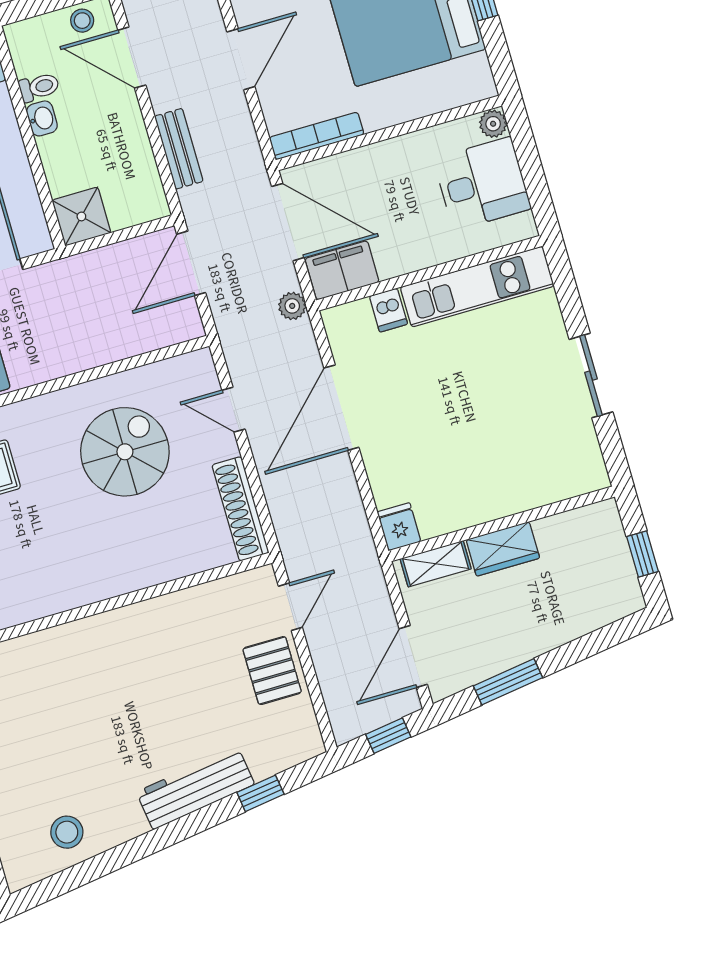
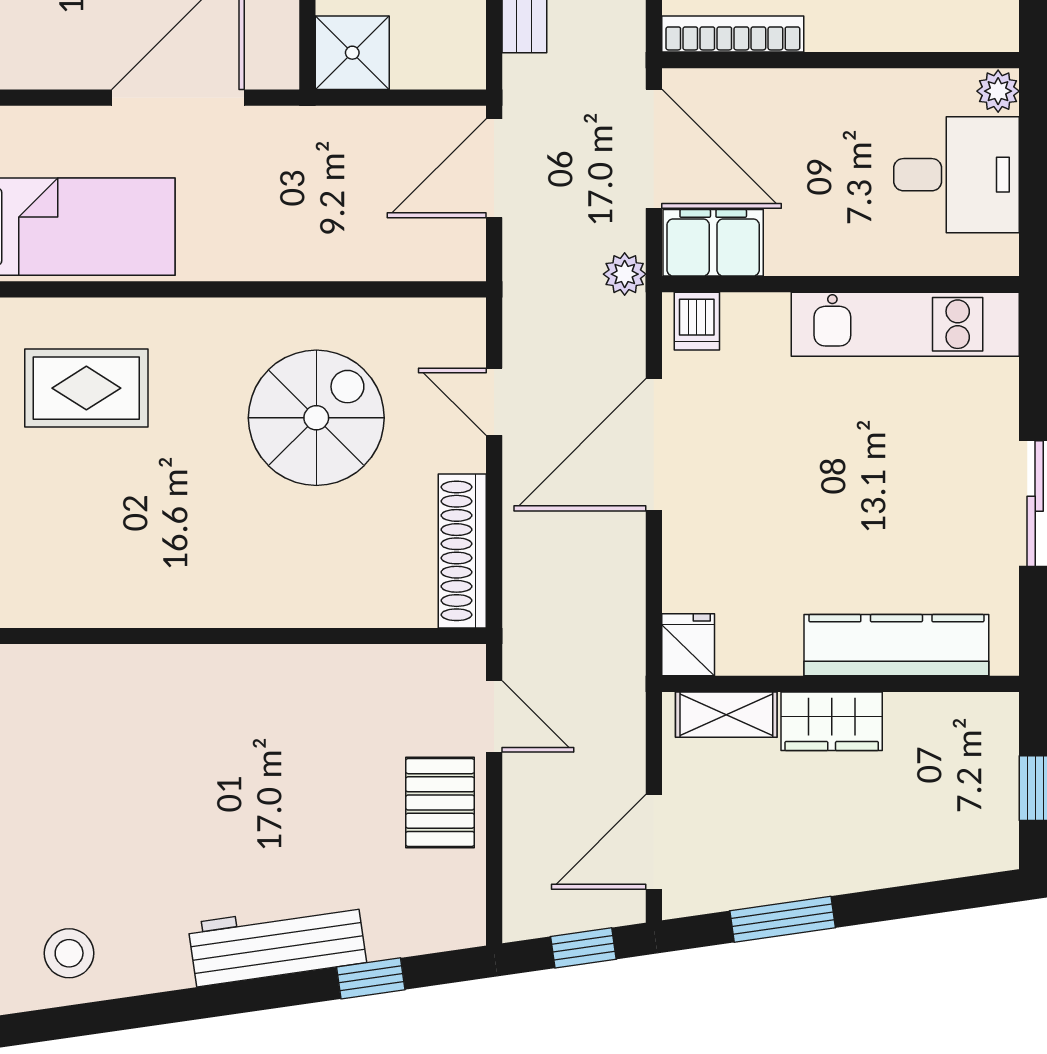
dishwasher: (388, 310) -> (697, 321), moved
kitchen counter: (530, 489) -> (896, 645), added
door: (290, 607) -> (494, 716), hinge flipped

